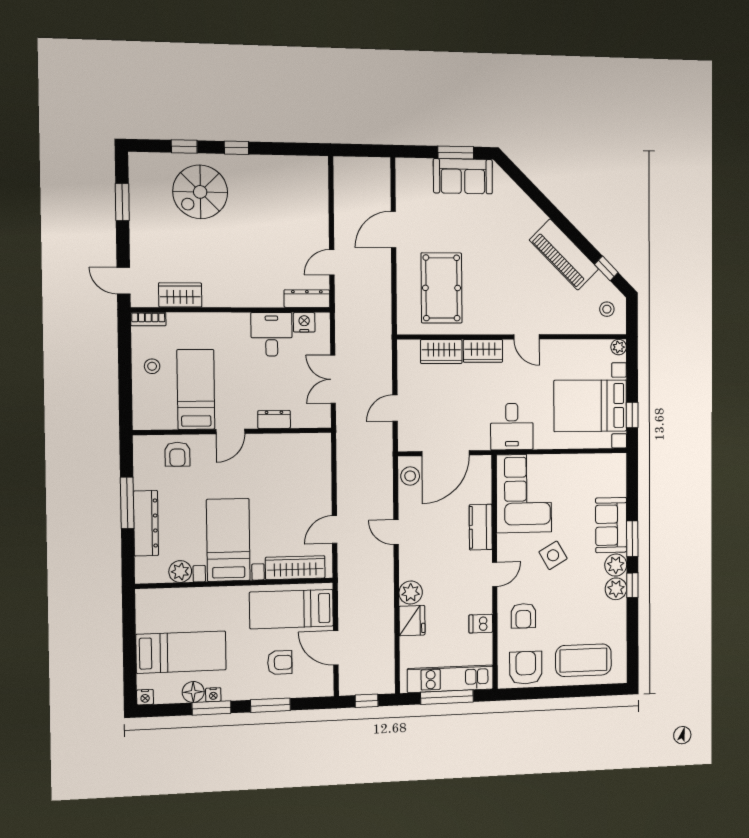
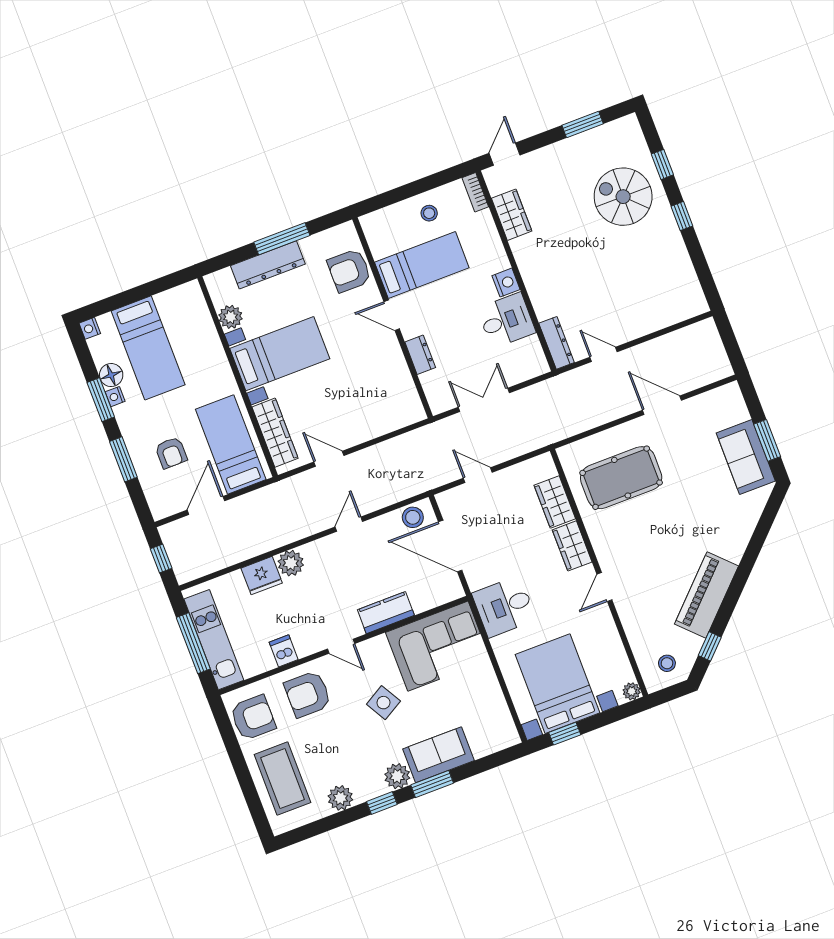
nightstand: (304, 322) -> (506, 283), moved
armchair: (177, 454) -> (349, 271), width x1.38, depth x1.38
plant: (616, 589) -> (340, 798), moved
armchair: (523, 616) -> (308, 694), width x1.38, depth x1.38

